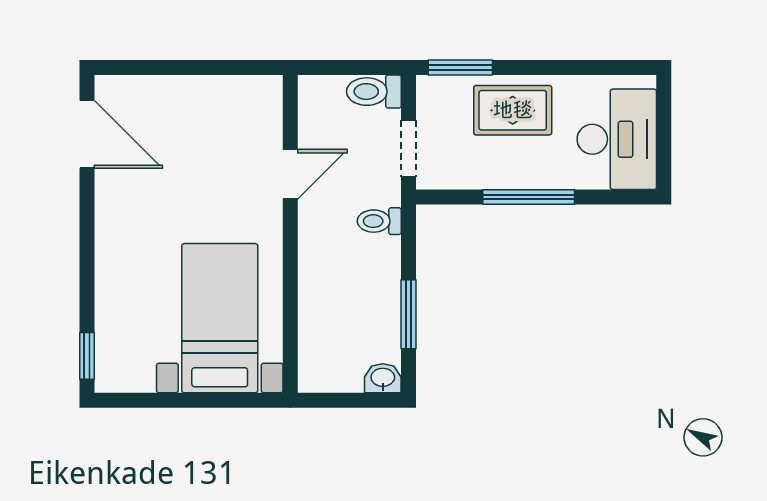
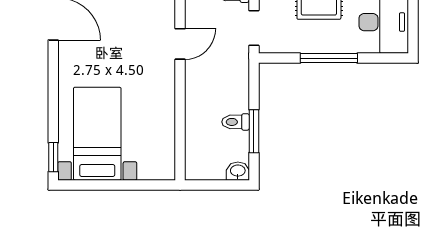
toilet: (379, 221) -> (236, 122), moved
bed with nightstands: (220, 318) -> (97, 134), moved

